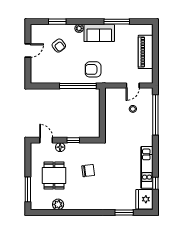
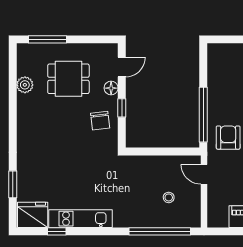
door: (133, 85) -> (204, 174), moved
chair: (88, 171) -> (100, 121), moved

